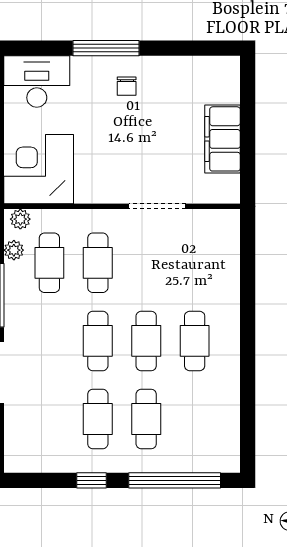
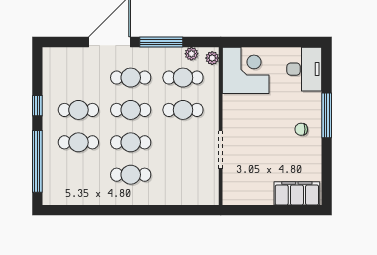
filing cabinet: (222, 139) -> (297, 193), moved
cafe table: (49, 341) -> (131, 78), added

